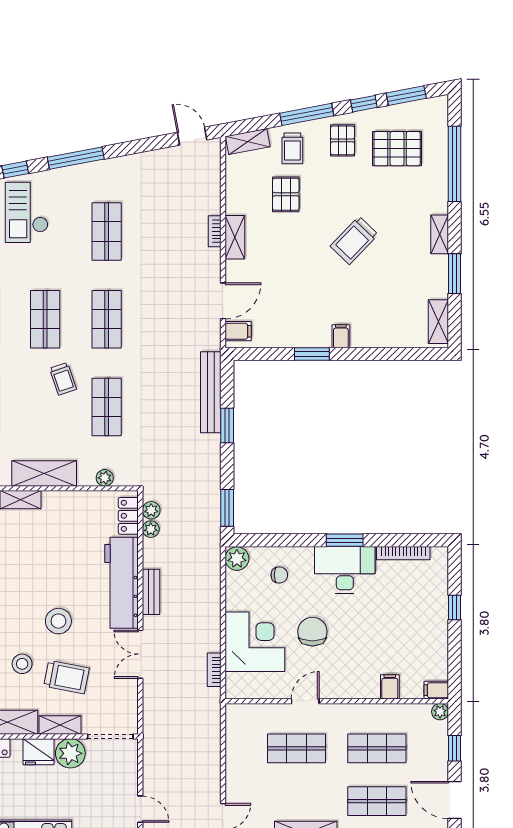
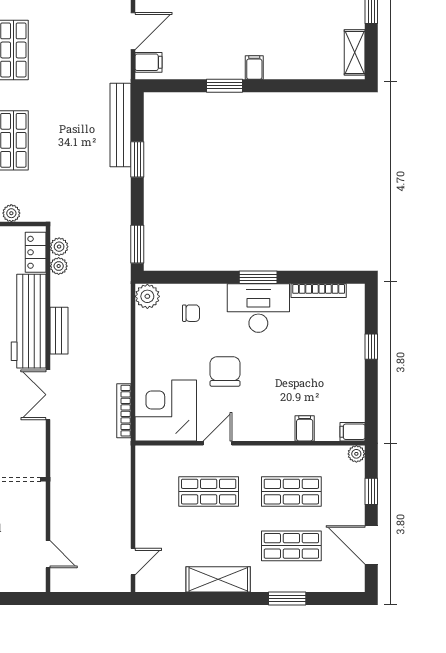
corner desk: (255, 642) -> (166, 410), moved, turned -90
bookcase: (214, 670) -> (124, 411), width x1.56

